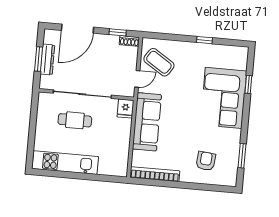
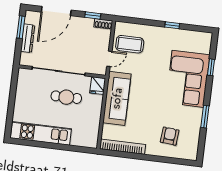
window: (39, 59) -> (21, 27), moved
coffee table: (159, 62) -> (130, 44), turned -33
cafe table: (75, 120) -> (66, 97), moved
window: (242, 156) -> (205, 117), moved

